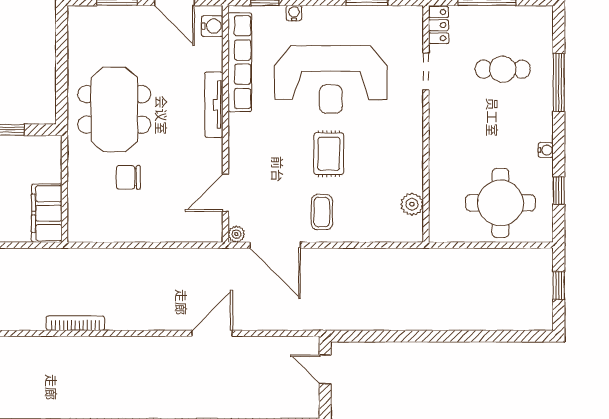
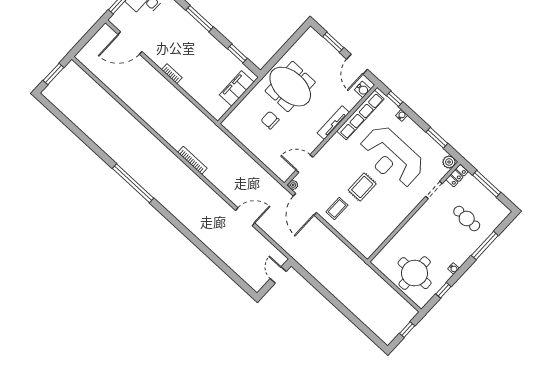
meeting table: (114, 109) -> (290, 87), turned 90
plant: (412, 204) -> (449, 162), moved
filing cabinet: (47, 213) -> (237, 88), moved

